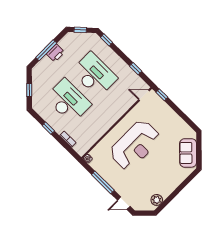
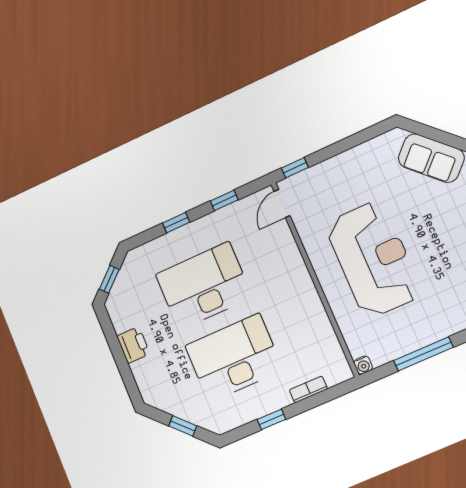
window: (107, 40) -> (176, 223), moved
window: (46, 50) -> (121, 361), removed

